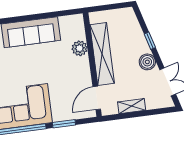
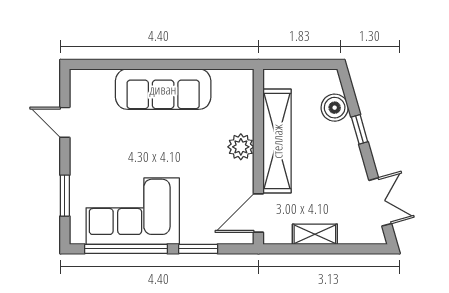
plant: (80, 48) -> (241, 147), moved
boiler: (147, 62) -> (335, 108), moved

